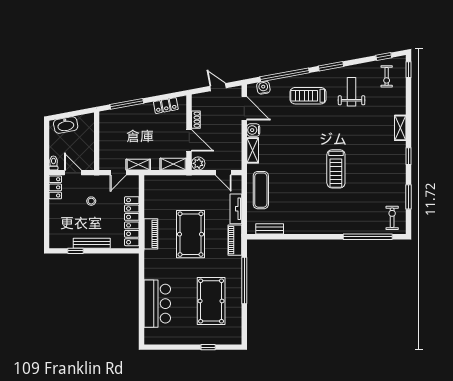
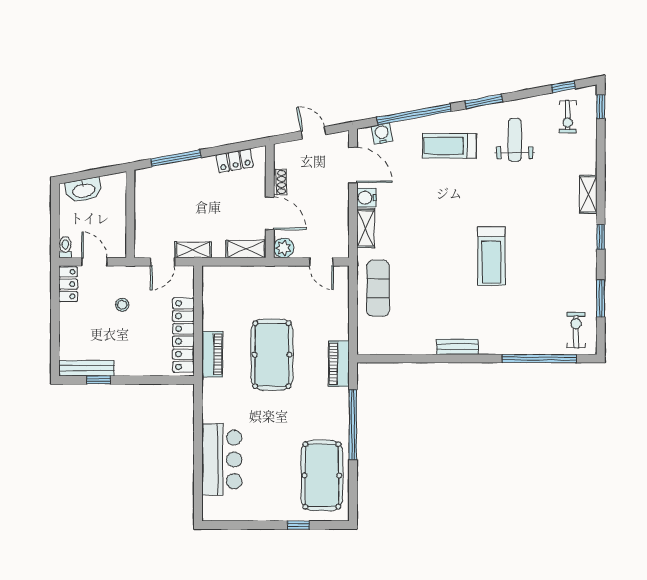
tv unit: (236, 209) -> (340, 316), removed
bench: (270, 229) -> (457, 347), moved
bench: (92, 243) -> (86, 368), moved
pool table: (211, 301) -> (322, 475), moved

